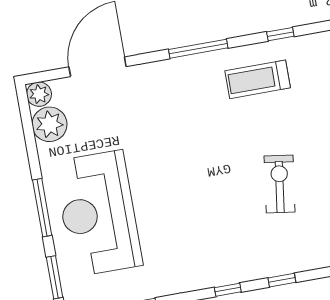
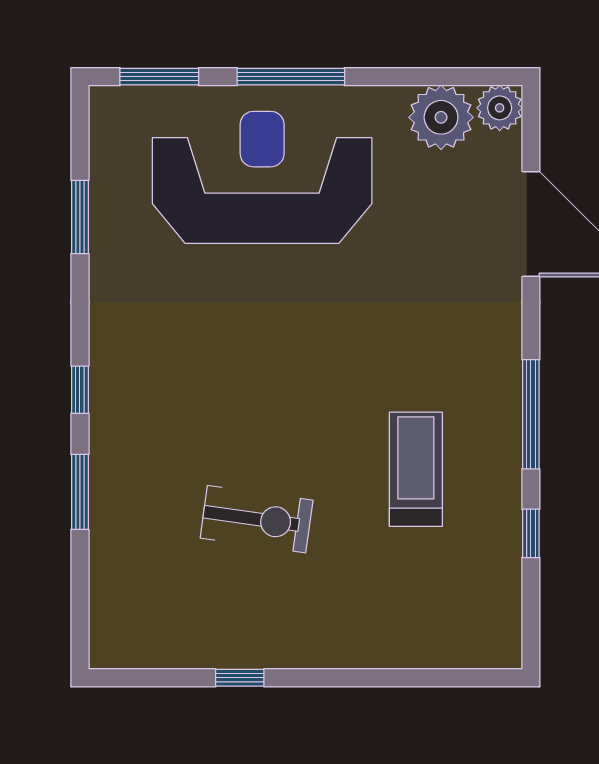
window: (280, 34) -> (531, 533), moved
treadmill: (258, 79) -> (416, 469), moved
window: (282, 280) -> (80, 492), width x1.50

